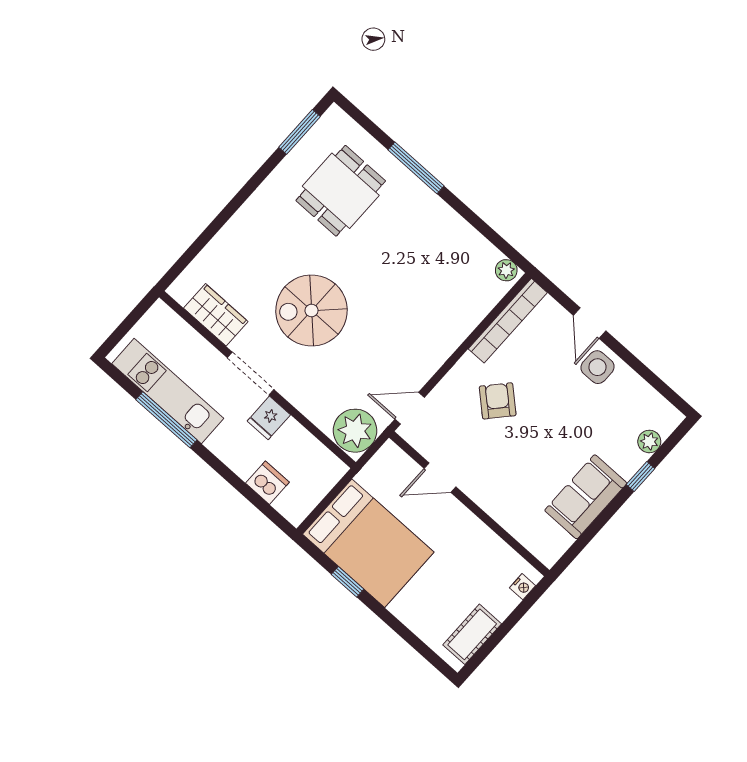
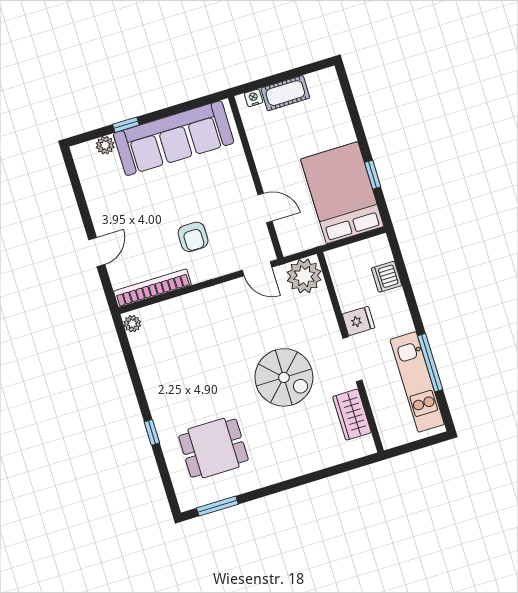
window: (416, 168) -> (152, 432), width x0.46
side table: (597, 367) -> (110, 218), removed
armchair: (498, 401) -> (193, 237), turned -42
sofa: (586, 497) -> (174, 138), width x1.85, depth x1.27
cot: (472, 634) -> (285, 93), moved

